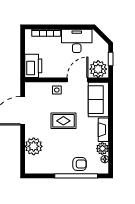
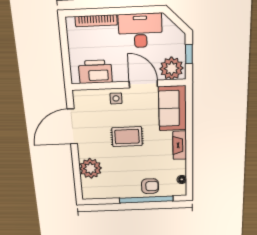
printer: (33, 66) -> (95, 72), moved, turned -90
door: (77, 80) -> (143, 84), hinge flipped
plant: (102, 149) -> (179, 167), removed

